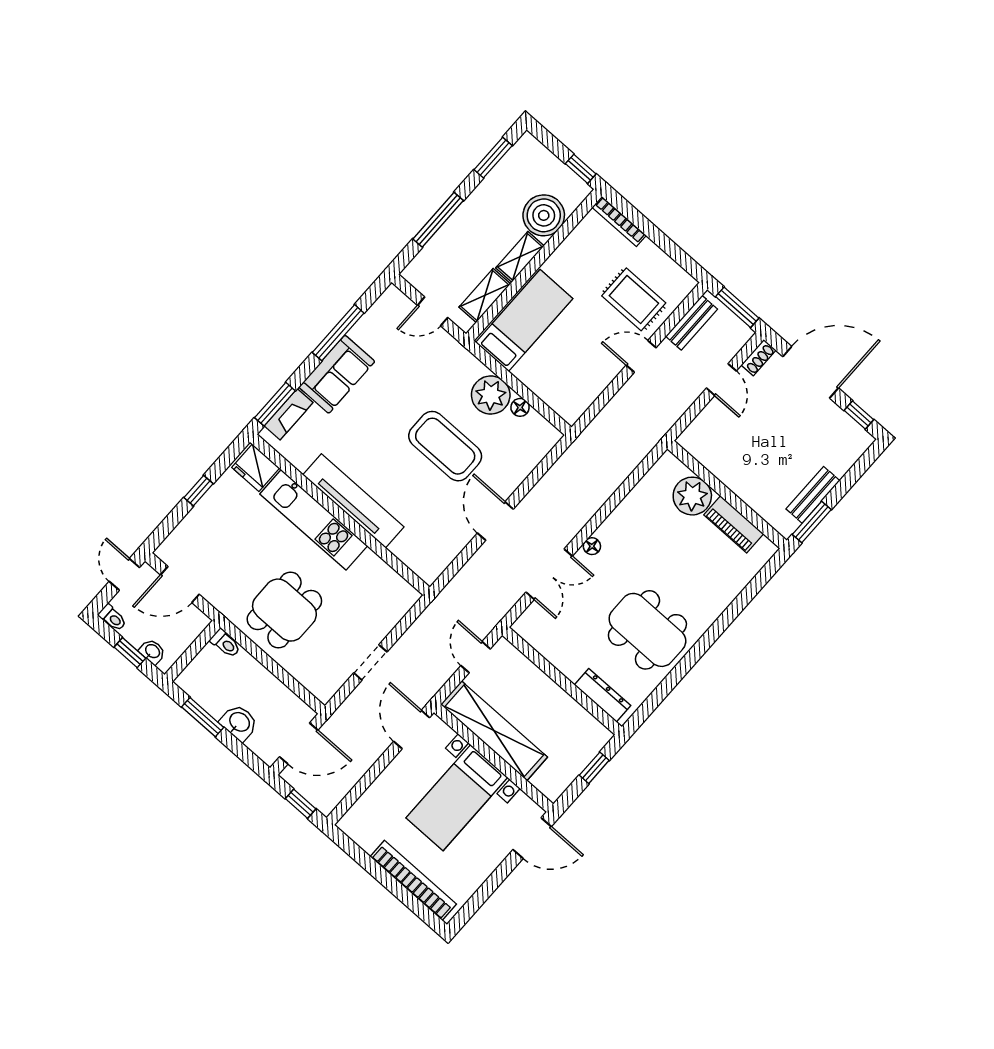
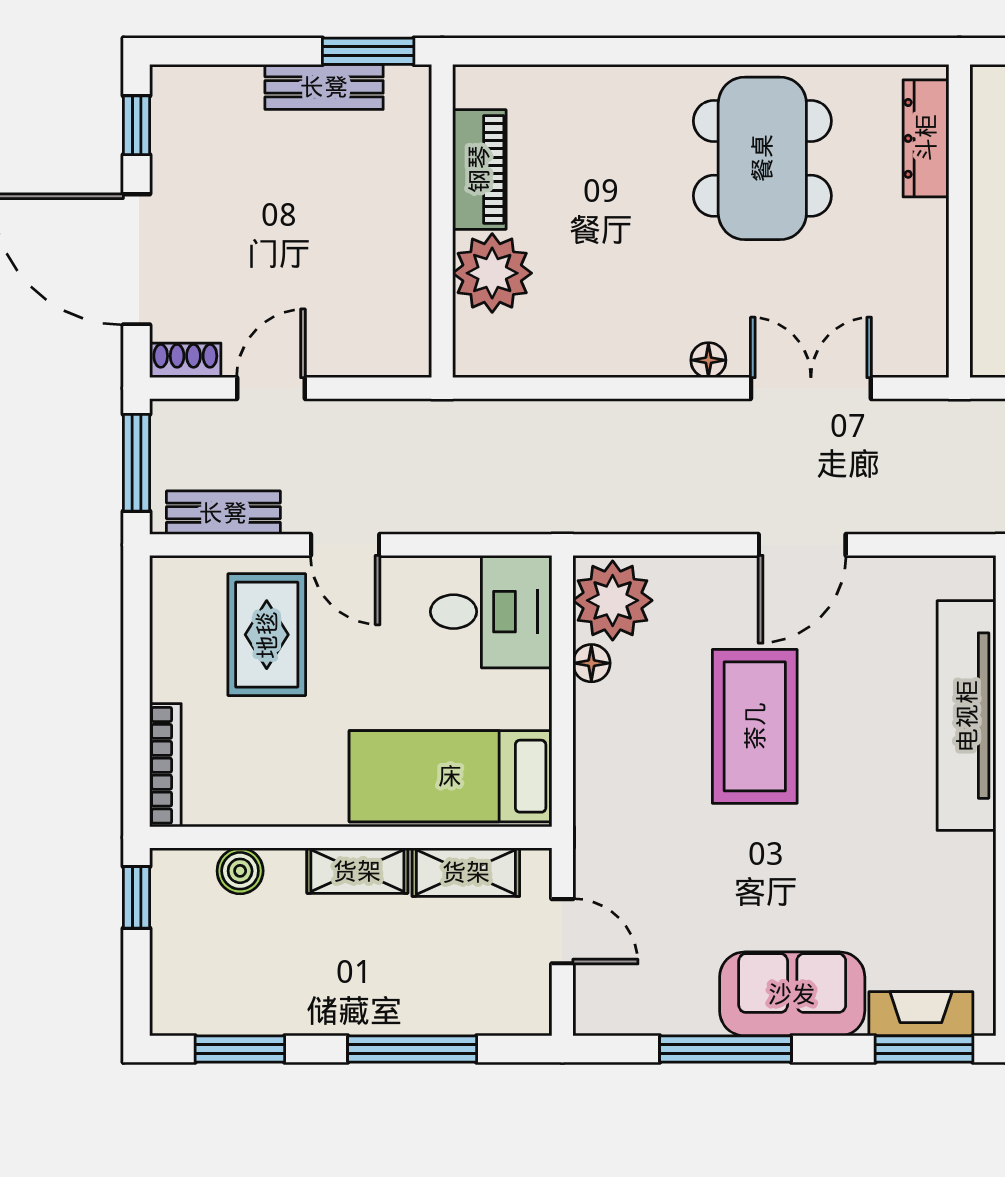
boiler: (544, 215) -> (240, 871), width x0.54, depth x0.54
desk: (571, 388) -> (491, 612), added
plant: (491, 395) -> (613, 600), moved
tv unit: (353, 501) -> (967, 716), moved

